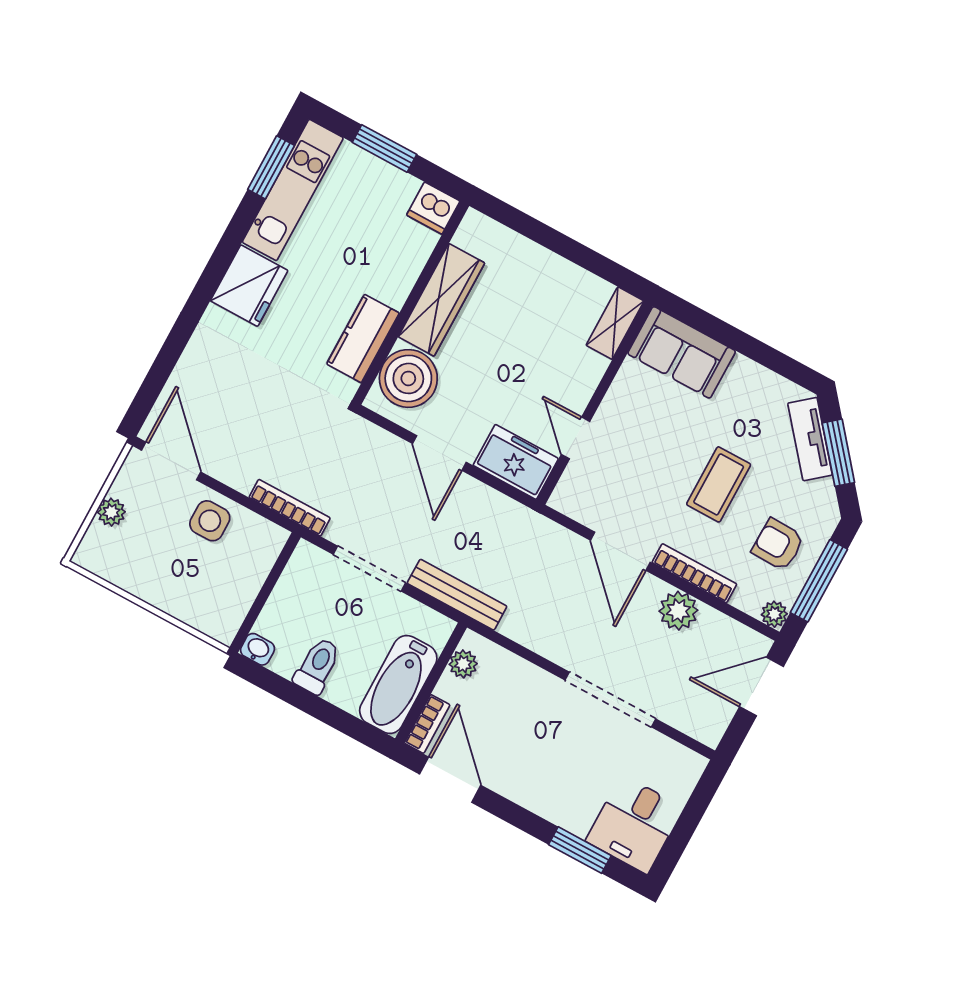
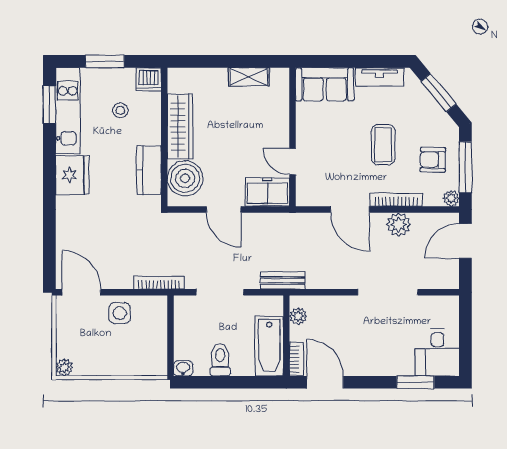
stool: (368, 230) -> (120, 110), added
shelving: (615, 323) -> (249, 77), moved, turned 90
tv unit: (810, 439) -> (380, 77), moved, turned -50
plant: (111, 512) -> (64, 367), moved
bench: (457, 595) -> (283, 281), width x0.73

